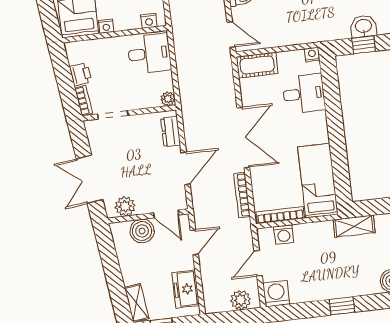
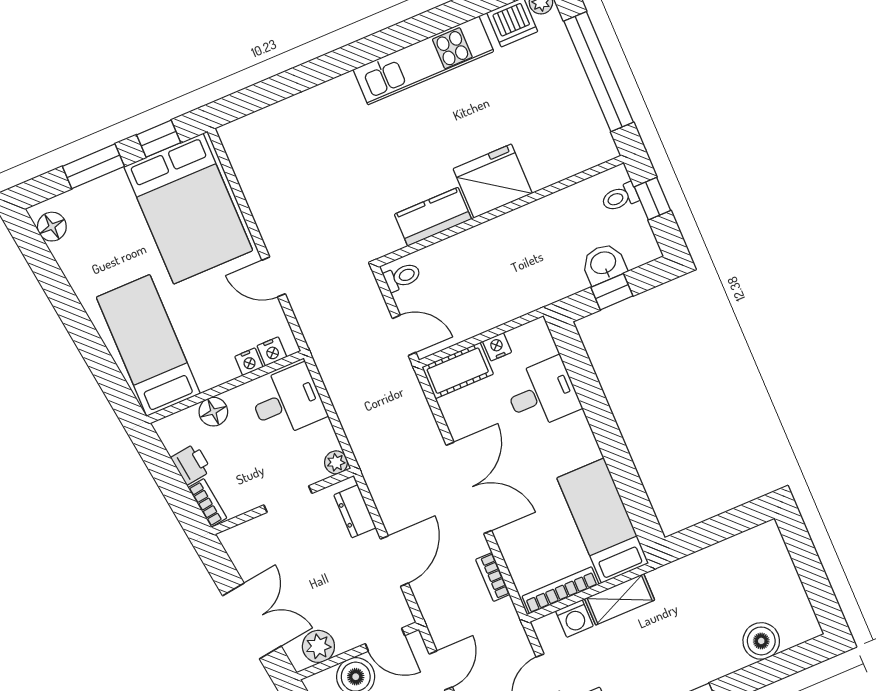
nightstand: (106, 26) -> (249, 362), moved
floor lamp: (103, 47) -> (213, 412), added
nightstand: (312, 55) -> (497, 347), moved
doorway: (113, 115) -> (288, 499), moved
double door: (89, 179) -> (252, 621), swing flipped
bookcase: (242, 195) -> (493, 577), width x0.64
shelving: (354, 226) -> (620, 599), moved

